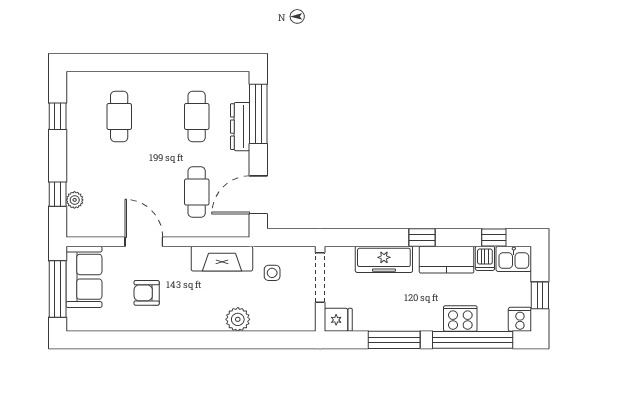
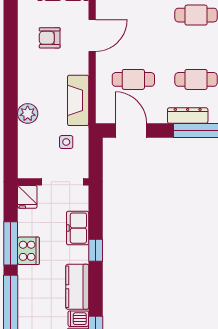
window: (422, 237) -> (96, 250), moved
freezer: (384, 259) -> (78, 228), width x0.71
armchair: (147, 293) -> (50, 38), turned -90
cooker: (460, 318) -> (28, 251), moved

